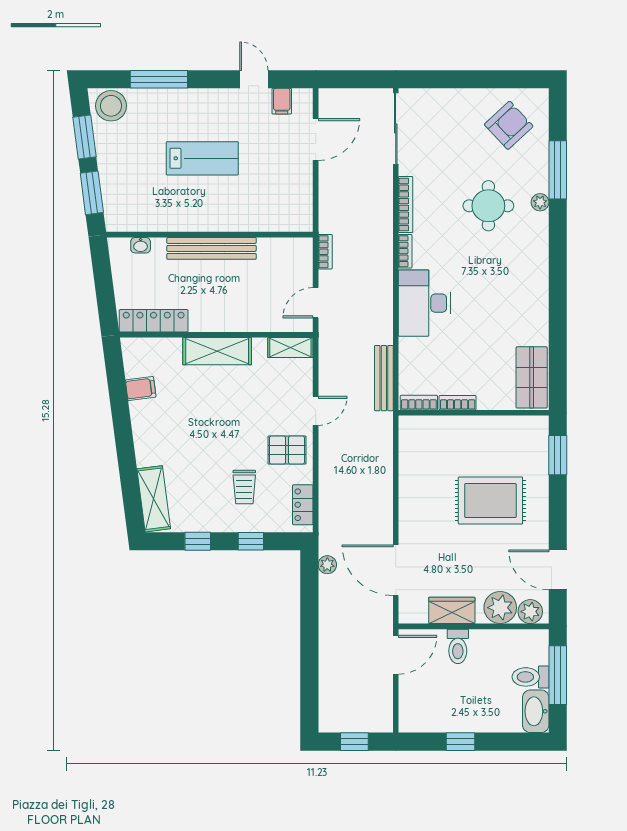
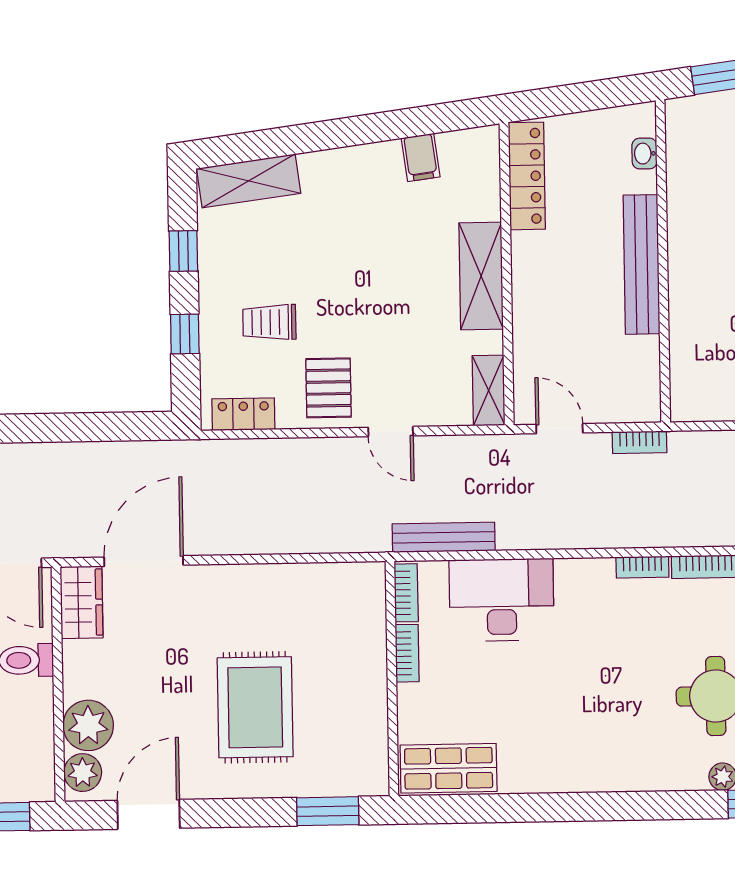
desk: (425, 303) -> (502, 600), moved
plant: (327, 565) -> (150, 454), removed
wardrobe: (452, 610) -> (82, 602), moved

